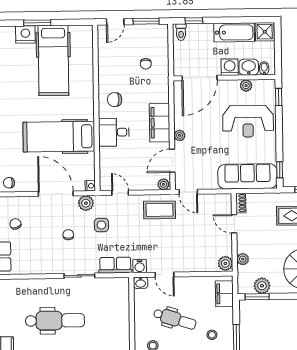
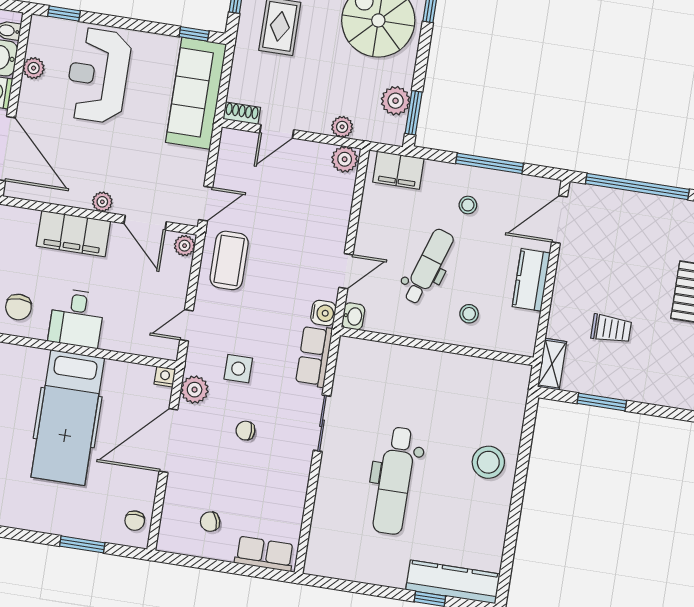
reception desk: (248, 121) -> (98, 76), turned 180
dental chair: (55, 321) -> (395, 481), turned 180

